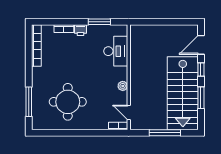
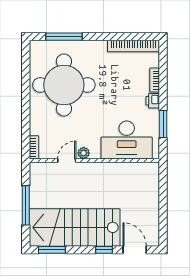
desk: (116, 51) -> (127, 140), width x1.36, depth x1.30
window: (201, 98) -> (52, 250), moved
round table: (68, 102) -> (64, 85), width x1.36, depth x1.36
door: (129, 113) -> (67, 160), moved

